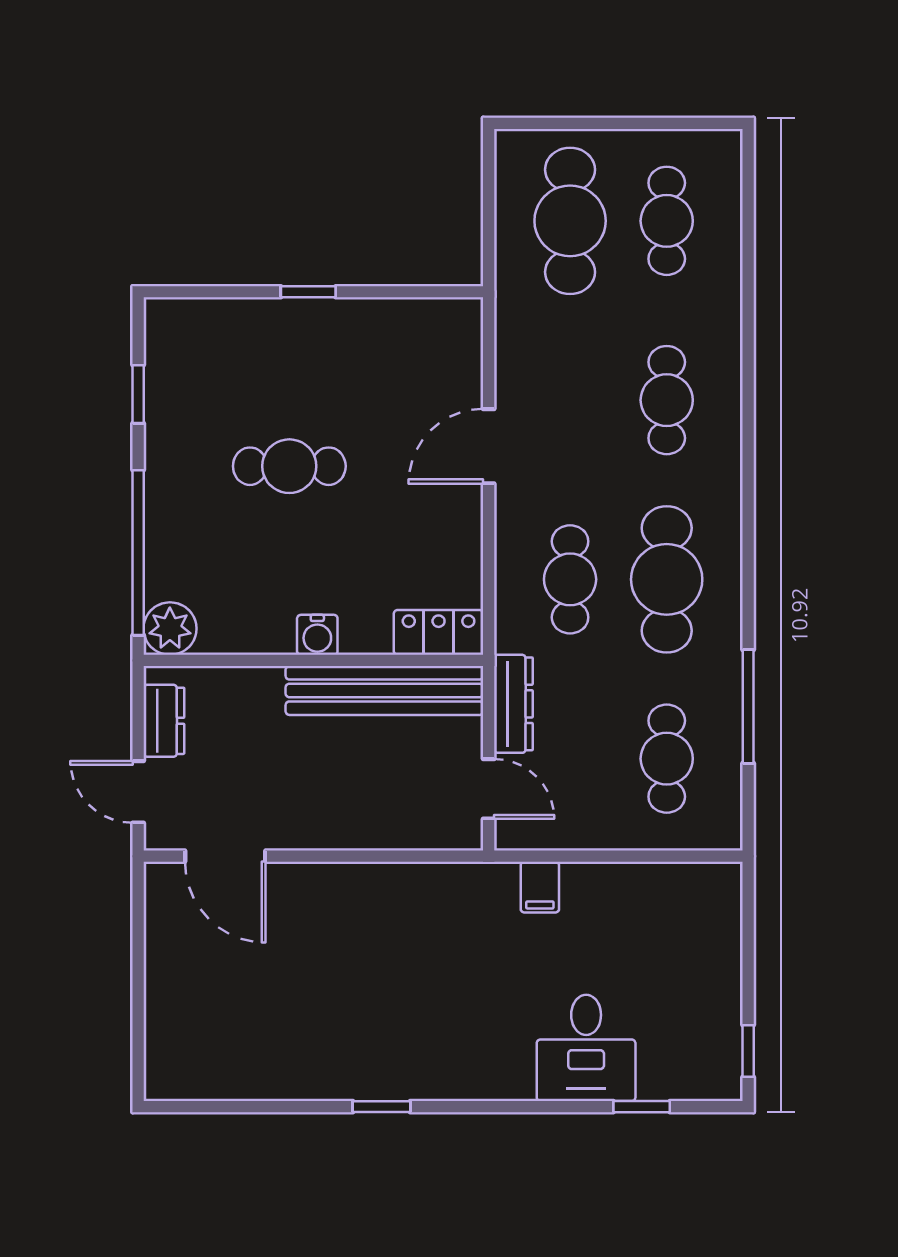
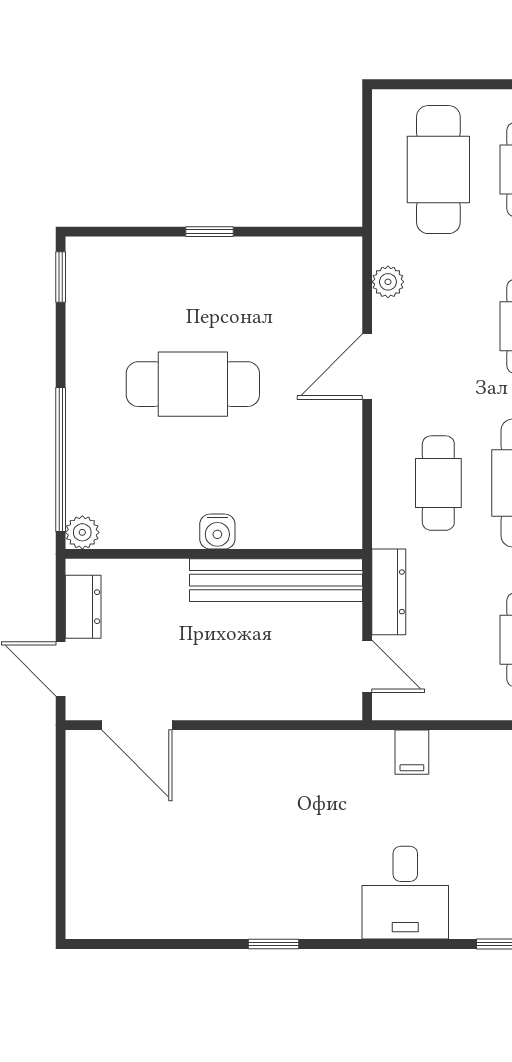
plant: (512, 349) -> (388, 282), added
window: (138, 394) -> (61, 277), moved
cafe table: (289, 466) -> (193, 384), width x1.37, depth x1.35
plant: (170, 629) -> (82, 532), width x0.73, depth x0.73
locker: (439, 632) -> (323, 529), removed
desk: (586, 1048) -> (405, 893), moved

